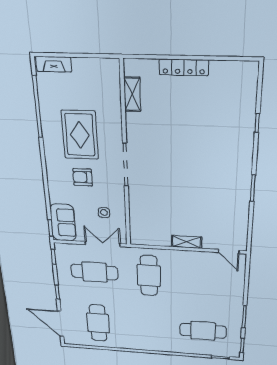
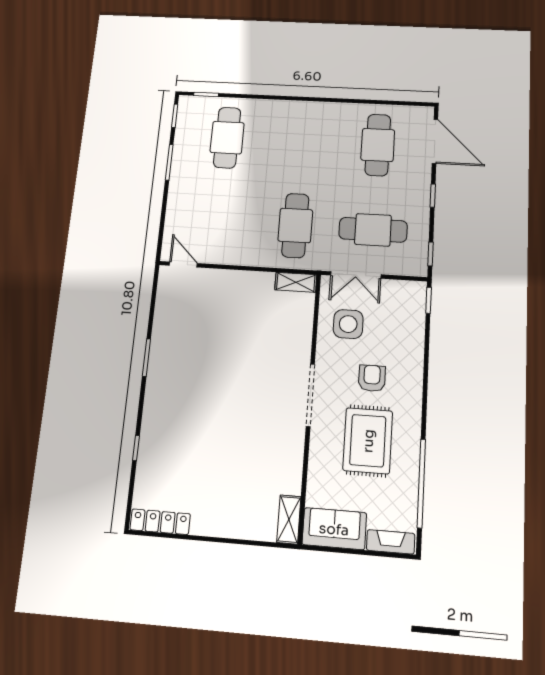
locker: (184, 67) -> (160, 522), moved
shelving: (132, 94) -> (289, 519), moved
armchair: (83, 177) -> (372, 378), turned -90
side table: (104, 213) -> (348, 324), width x1.87, depth x1.87
sofa: (63, 223) -> (334, 529), moved, turned 90
shelving: (187, 242) -> (296, 282), moved
cafe table: (203, 331) -> (227, 138), turned 90

